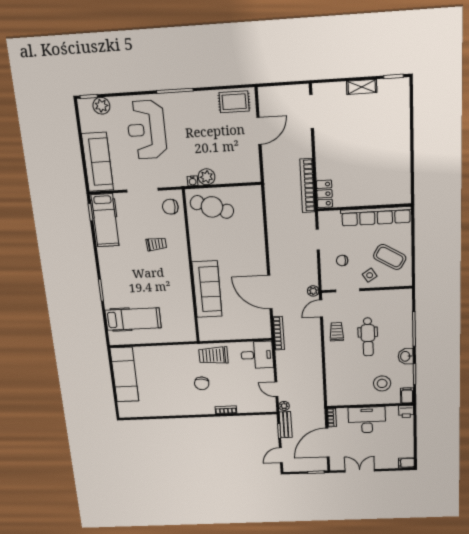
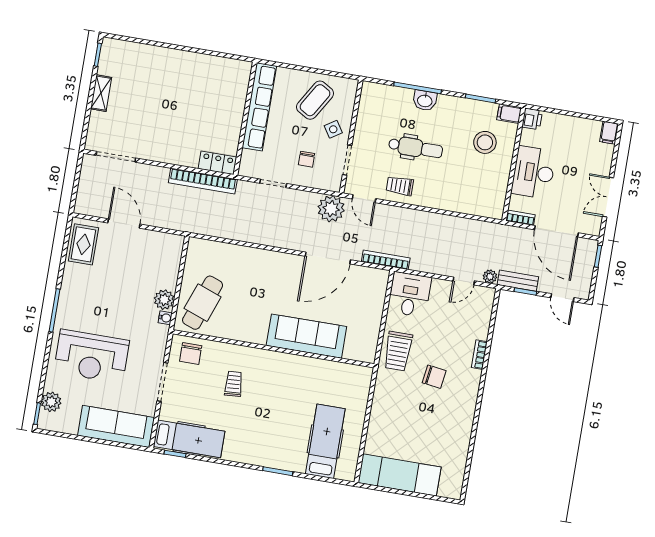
plant: (313, 291) -> (331, 209), width x1.87, depth x1.87
washbasin: (406, 356) -> (425, 100), moved

